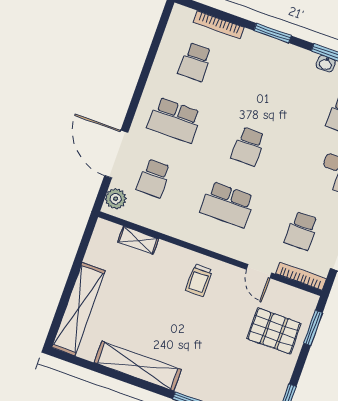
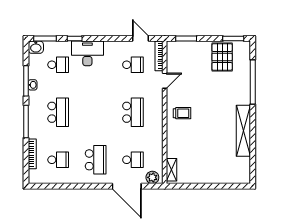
window: (273, 33) -> (26, 121), width x1.44
school desk: (248, 146) -> (58, 112), moved, width x1.85
door: (116, 154) -> (127, 186), hinge flipped
shelving: (138, 240) -> (172, 170), moved
shelving: (78, 309) -> (223, 176), removed
pallet: (274, 331) -> (222, 57), moved

